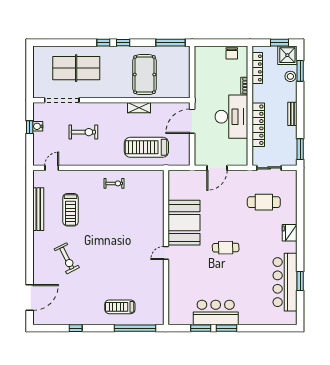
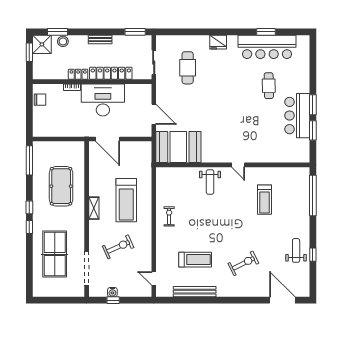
locker: (257, 68) -> (78, 74), moved, width x0.66
pool table: (145, 75) -> (61, 186), turned 90
shelving: (139, 108) -> (94, 208), moved
exercise bike: (83, 132) -> (118, 247), turned 66
treadmill: (146, 147) -> (126, 200), moved
booth: (184, 223) -> (178, 147), moved
weight bench: (149, 225) -> (210, 182), added
cafe table: (226, 248) -> (269, 86), moved
treadmill: (120, 307) -> (264, 200), moved
weight bench: (80, 311) -> (296, 250), added

